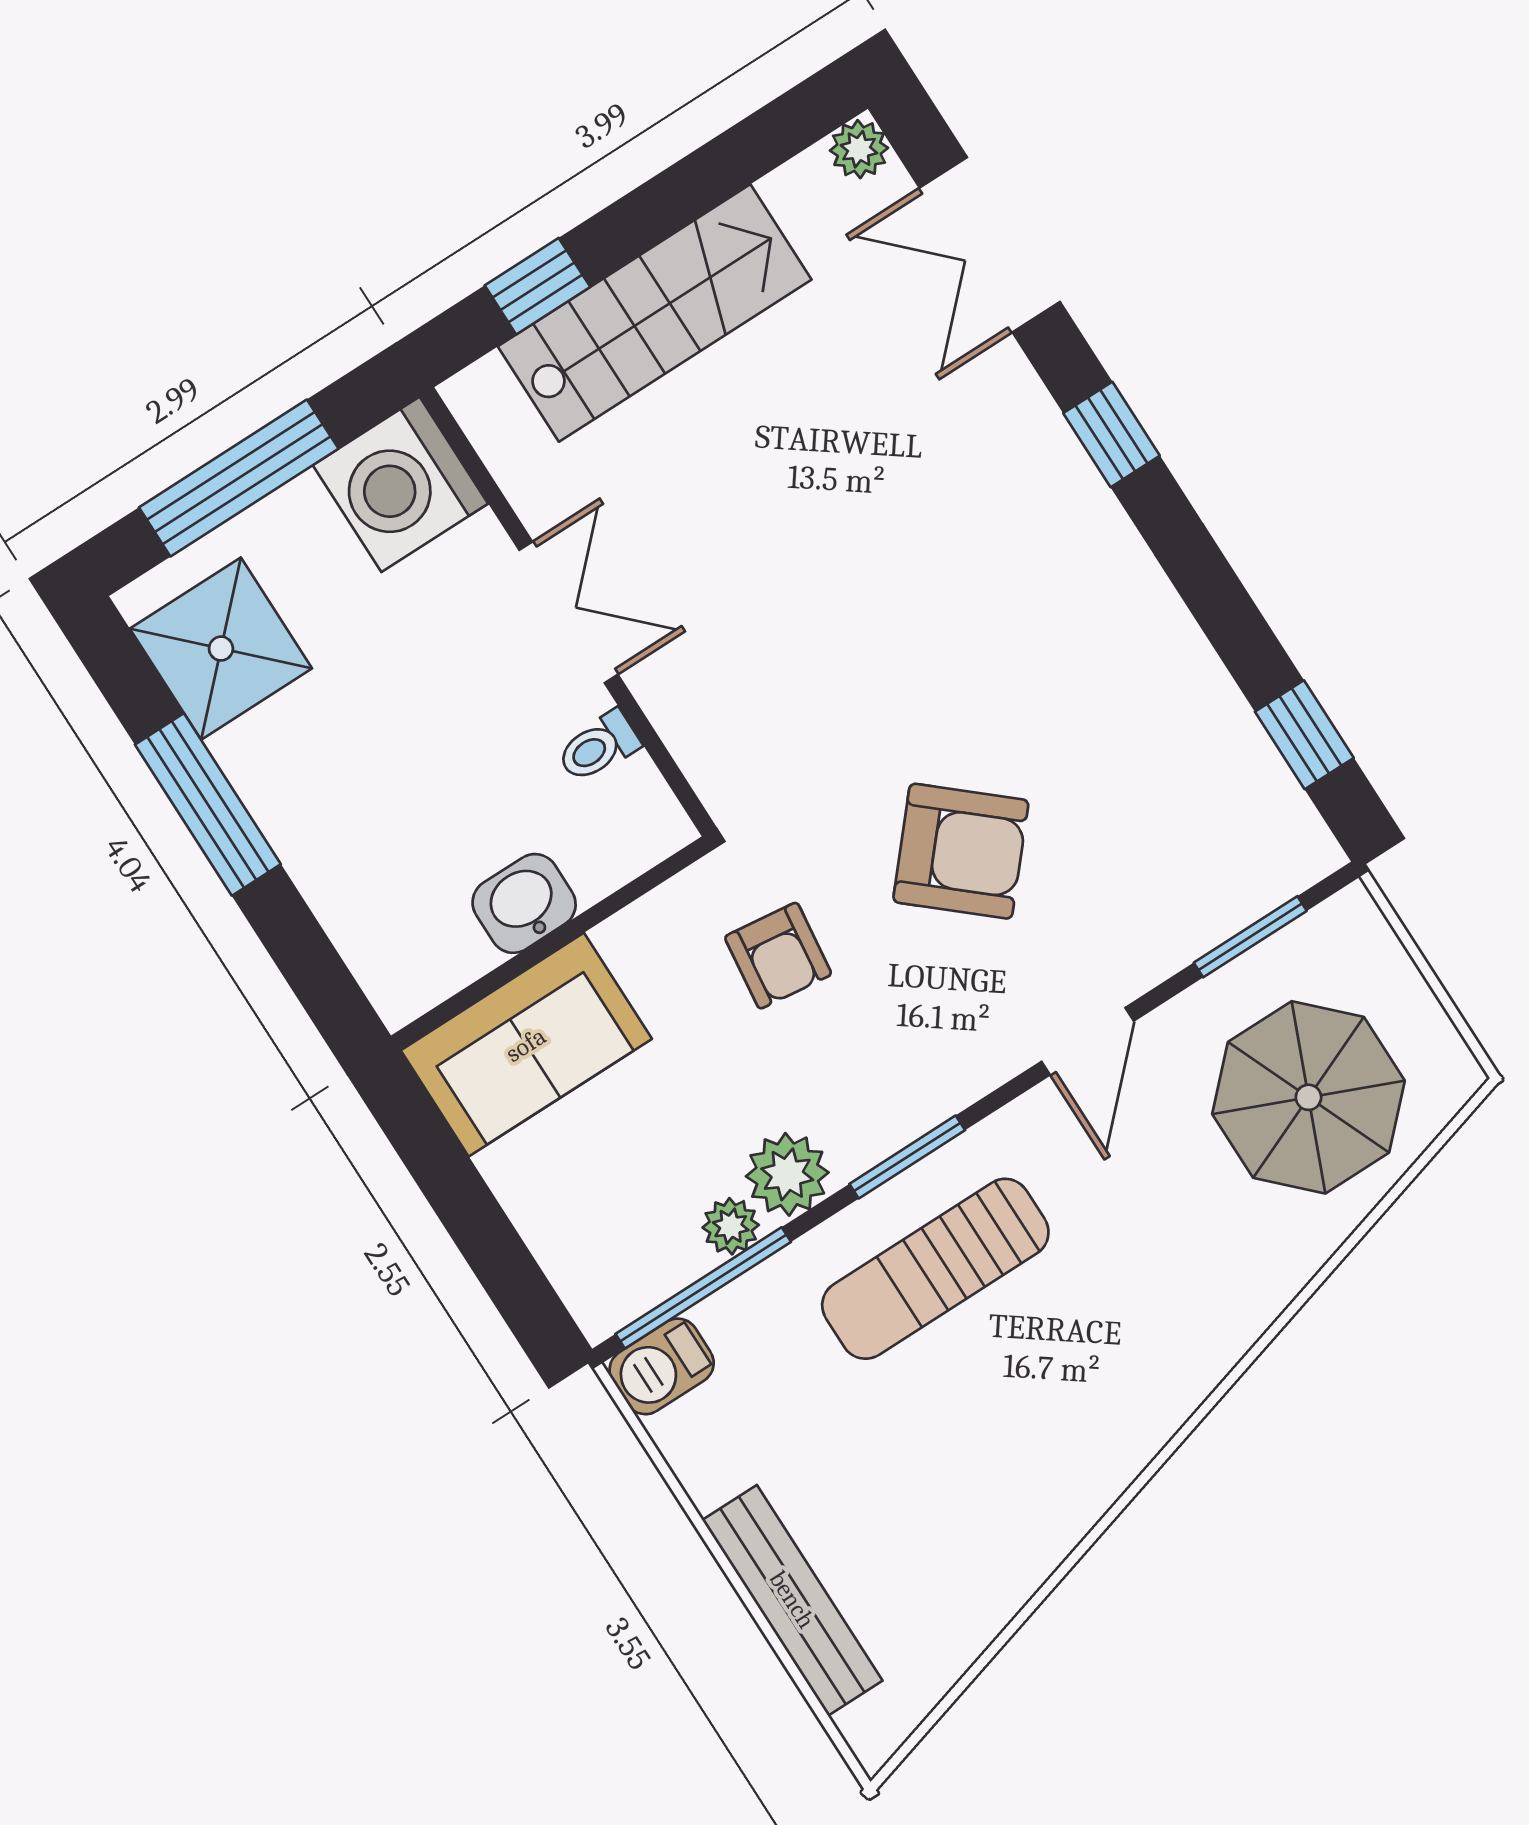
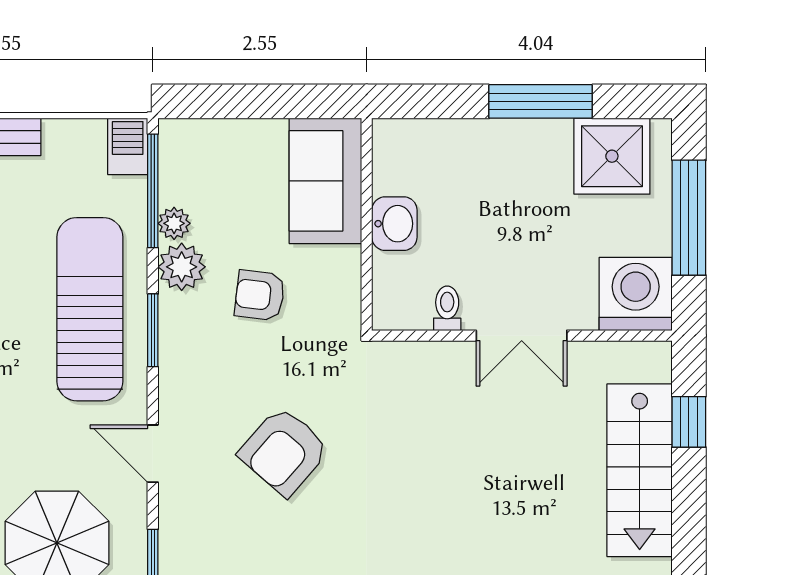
armchair: (778, 956) -> (260, 295), moved
sun lounger: (935, 1269) -> (90, 309), width x1.36, depth x1.34

